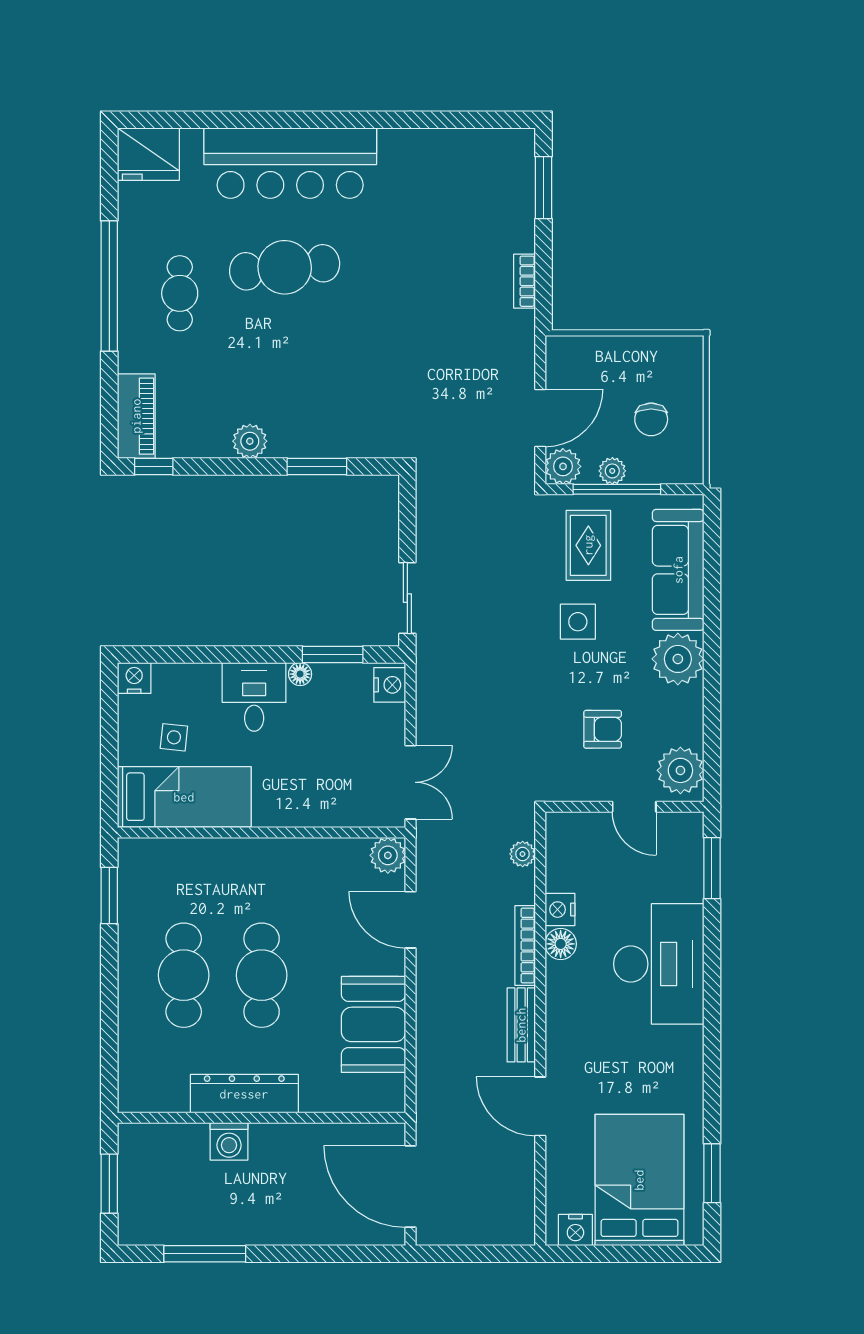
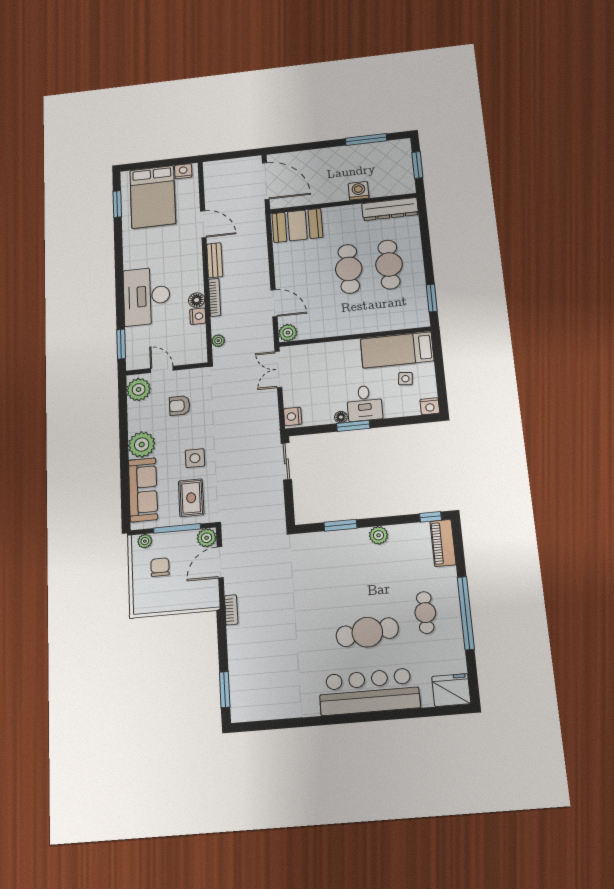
bookcase: (525, 281) -> (231, 610), moved
plant: (612, 471) -> (145, 541), moved
window: (333, 654) -> (353, 426), moved
booth: (374, 1024) -> (297, 225), moved, turned 90
dresser: (244, 1094) -> (390, 209), moved

